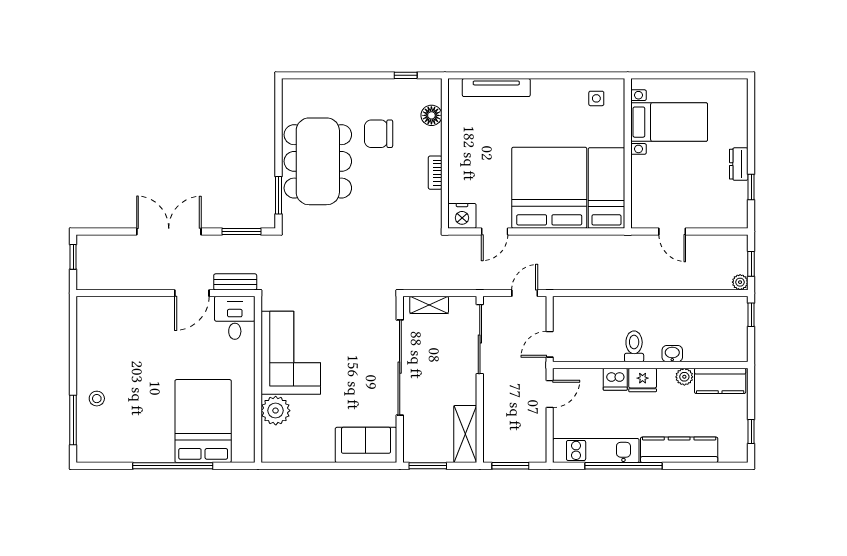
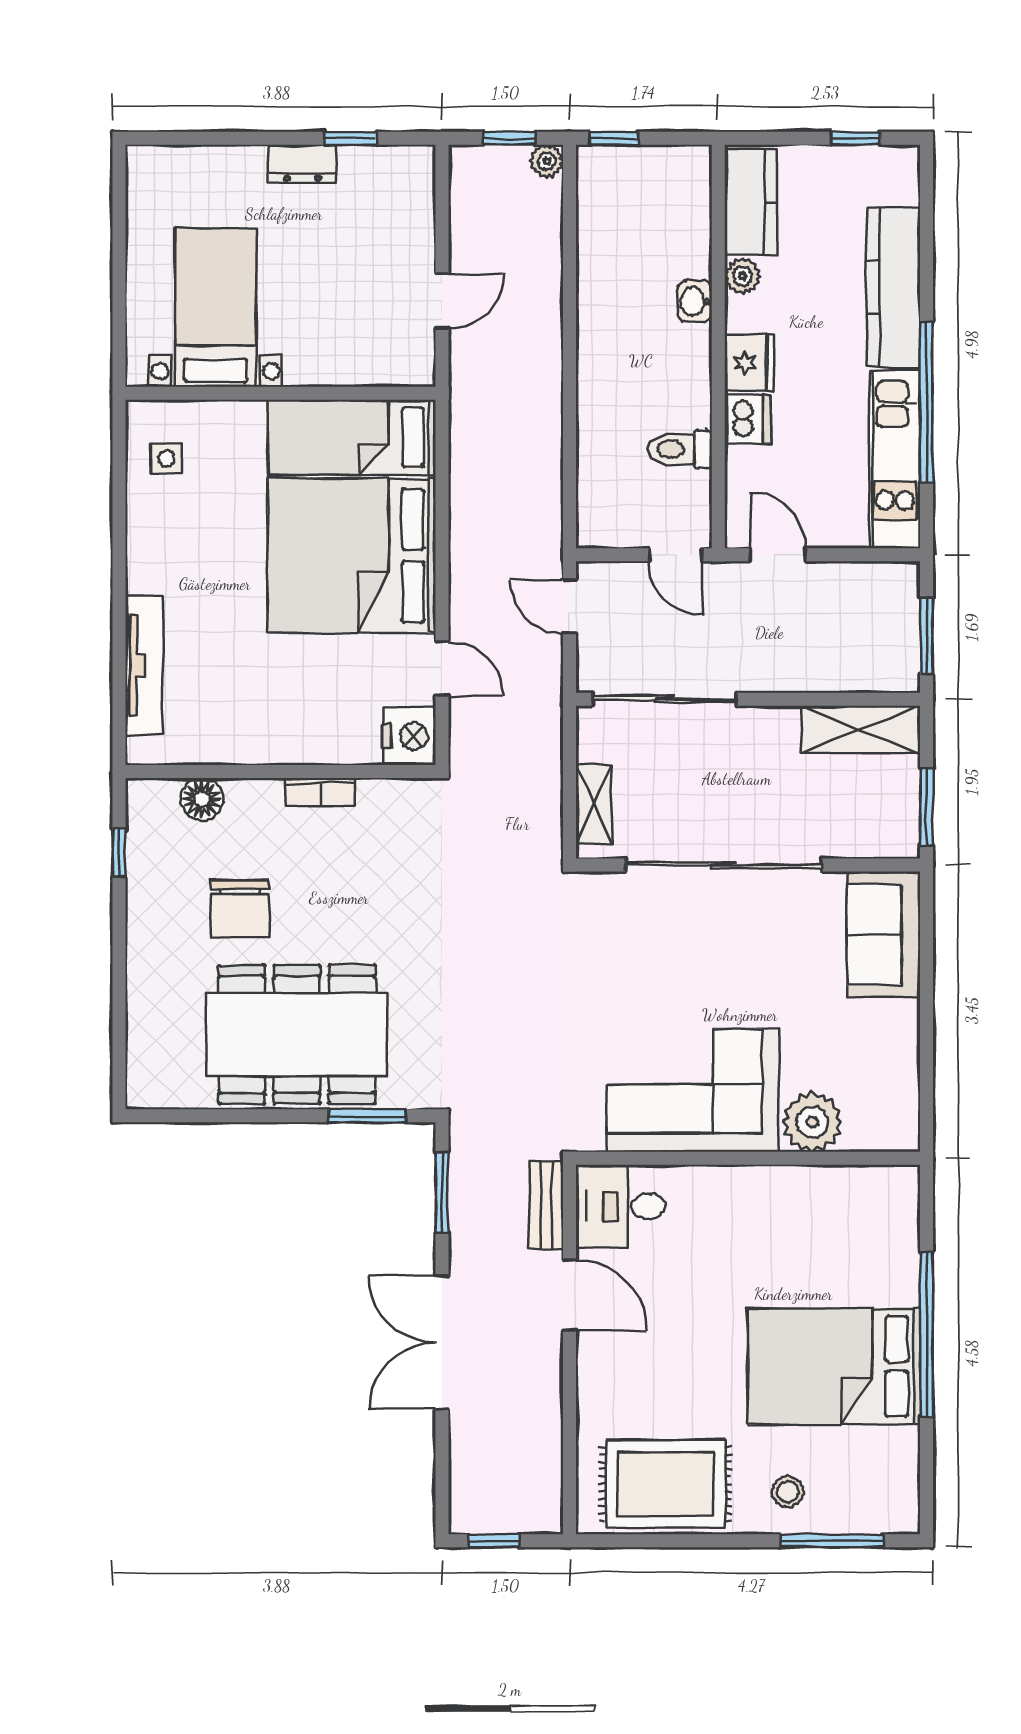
rug: (101, 339) -> (665, 1484), added
toilet: (634, 346) -> (680, 449), moved
bed: (203, 421) -> (834, 1366), moved

